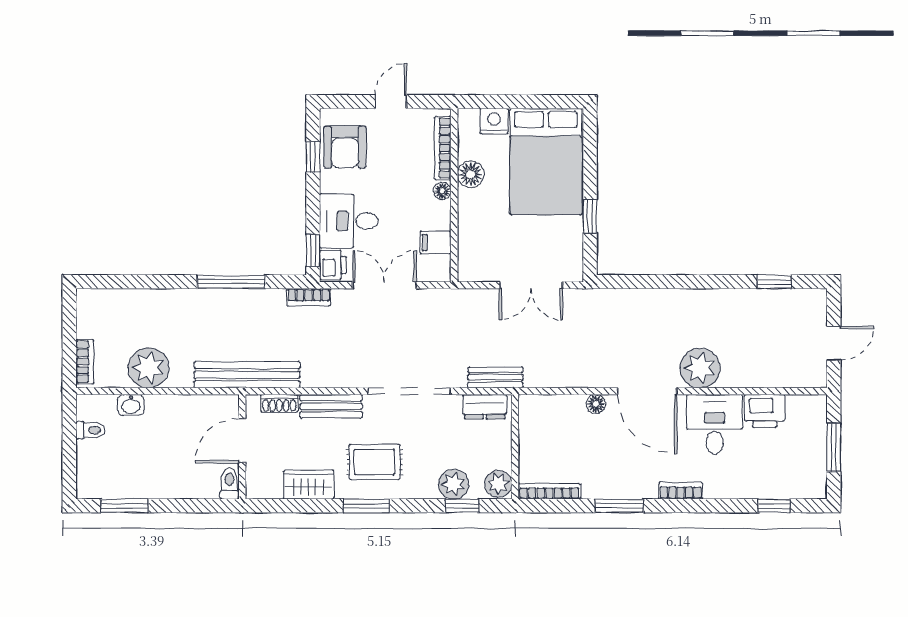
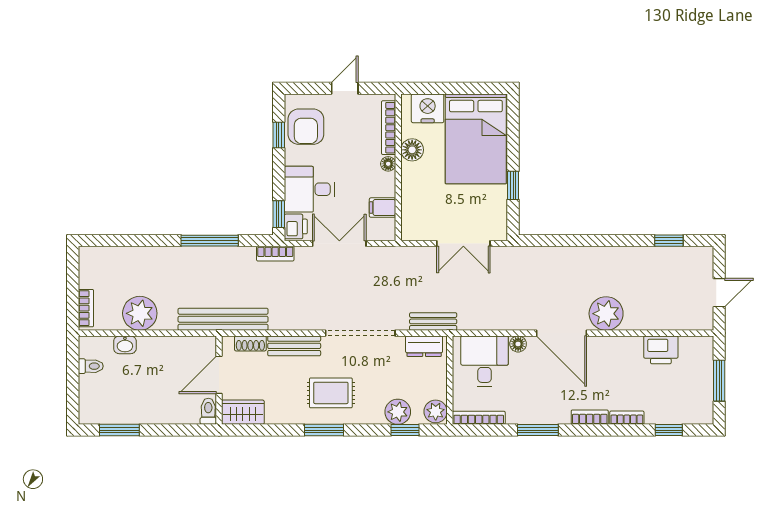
nightstand: (494, 121) -> (428, 108), width x1.36, depth x1.33
desk: (715, 424) -> (485, 361), moved
wardrobe: (309, 485) -> (243, 412), moved
bookcase: (725, 491) -> (627, 418), added

